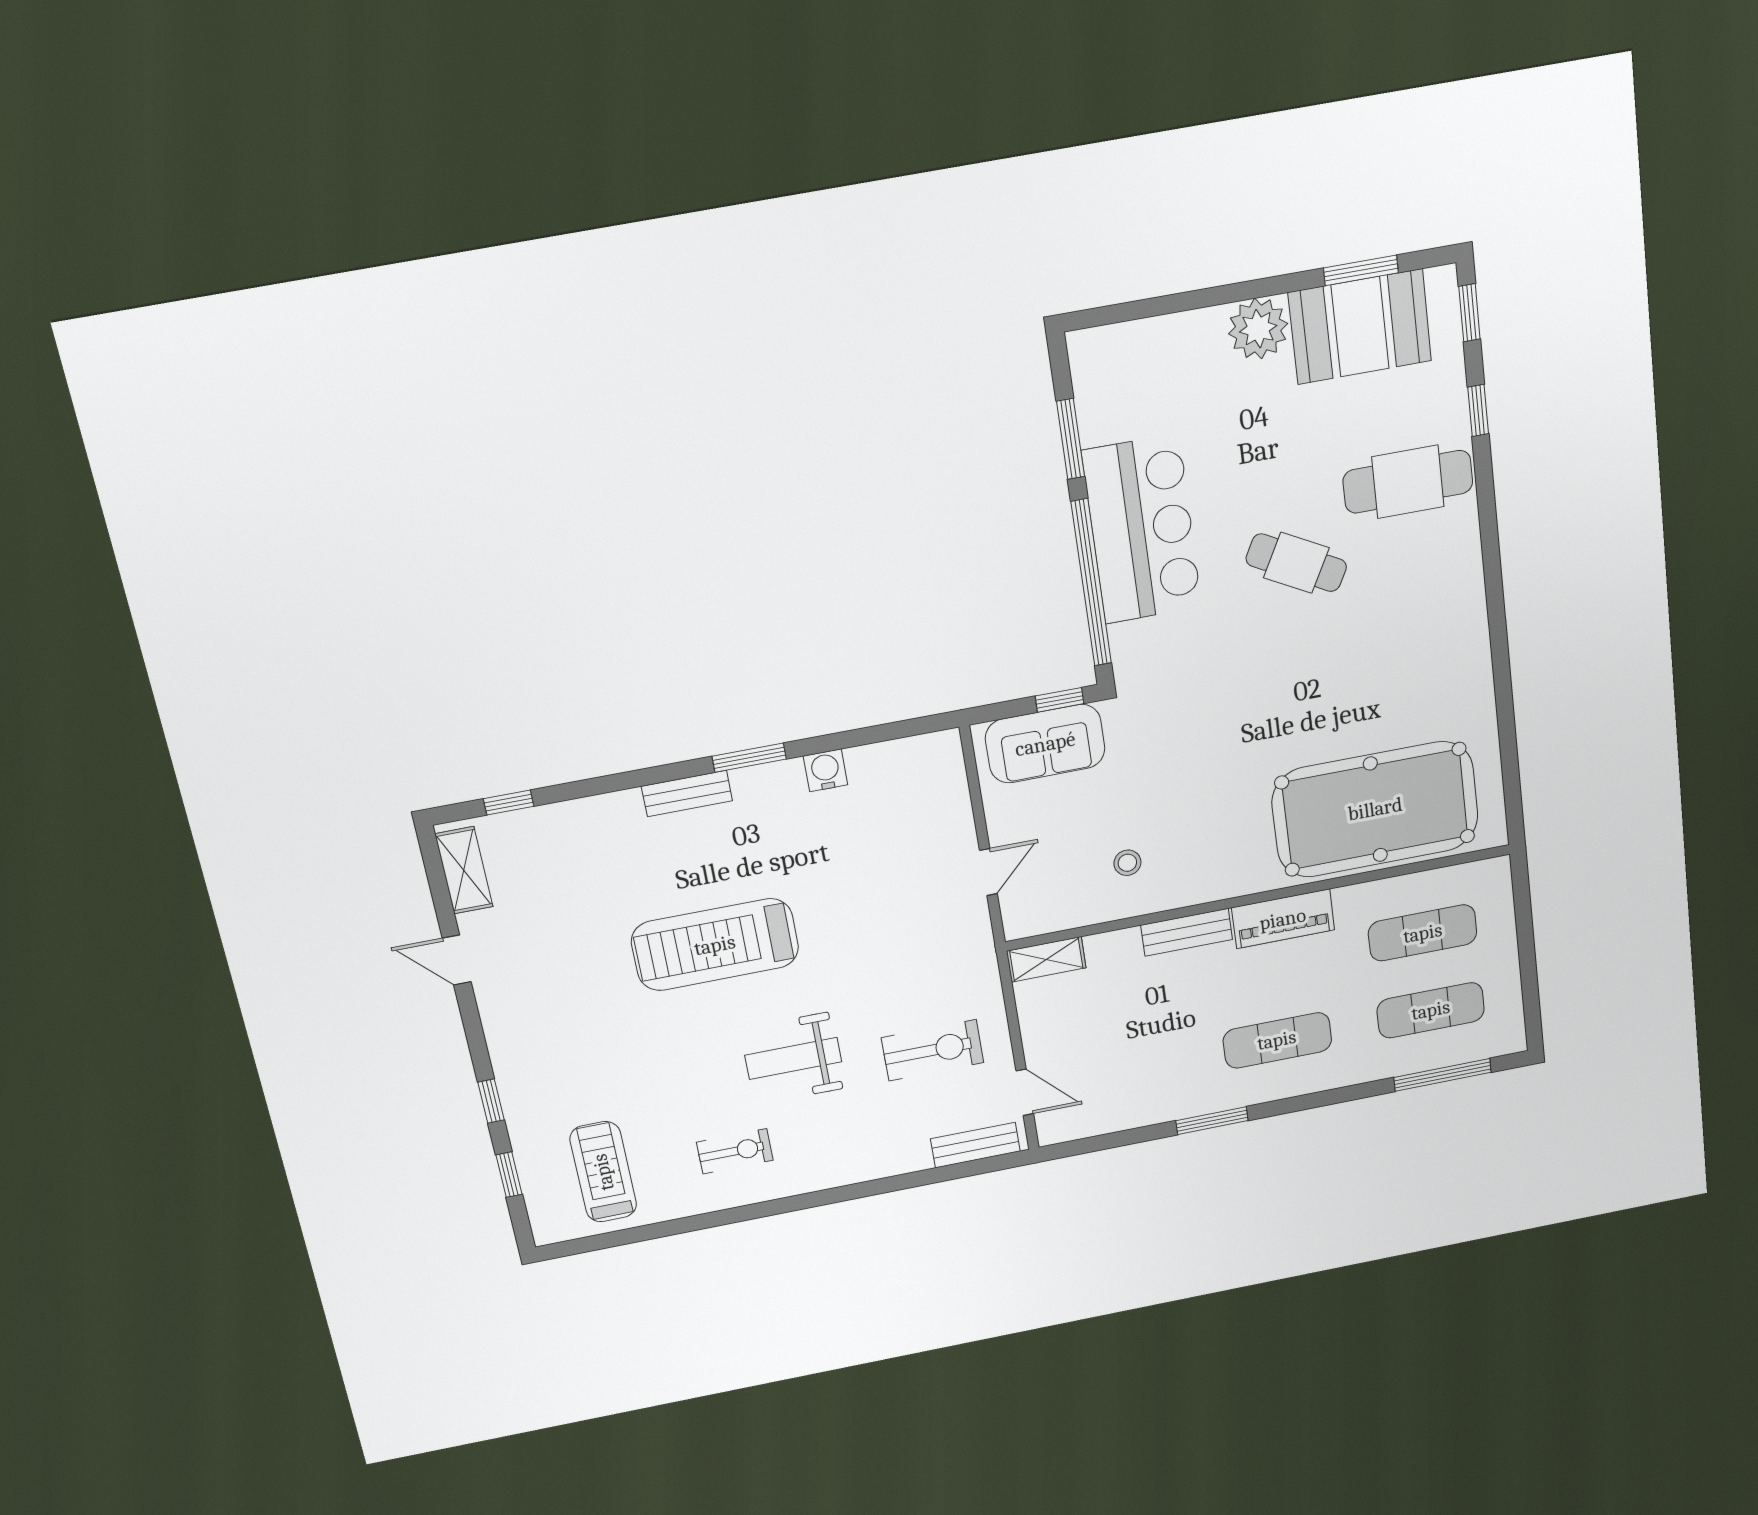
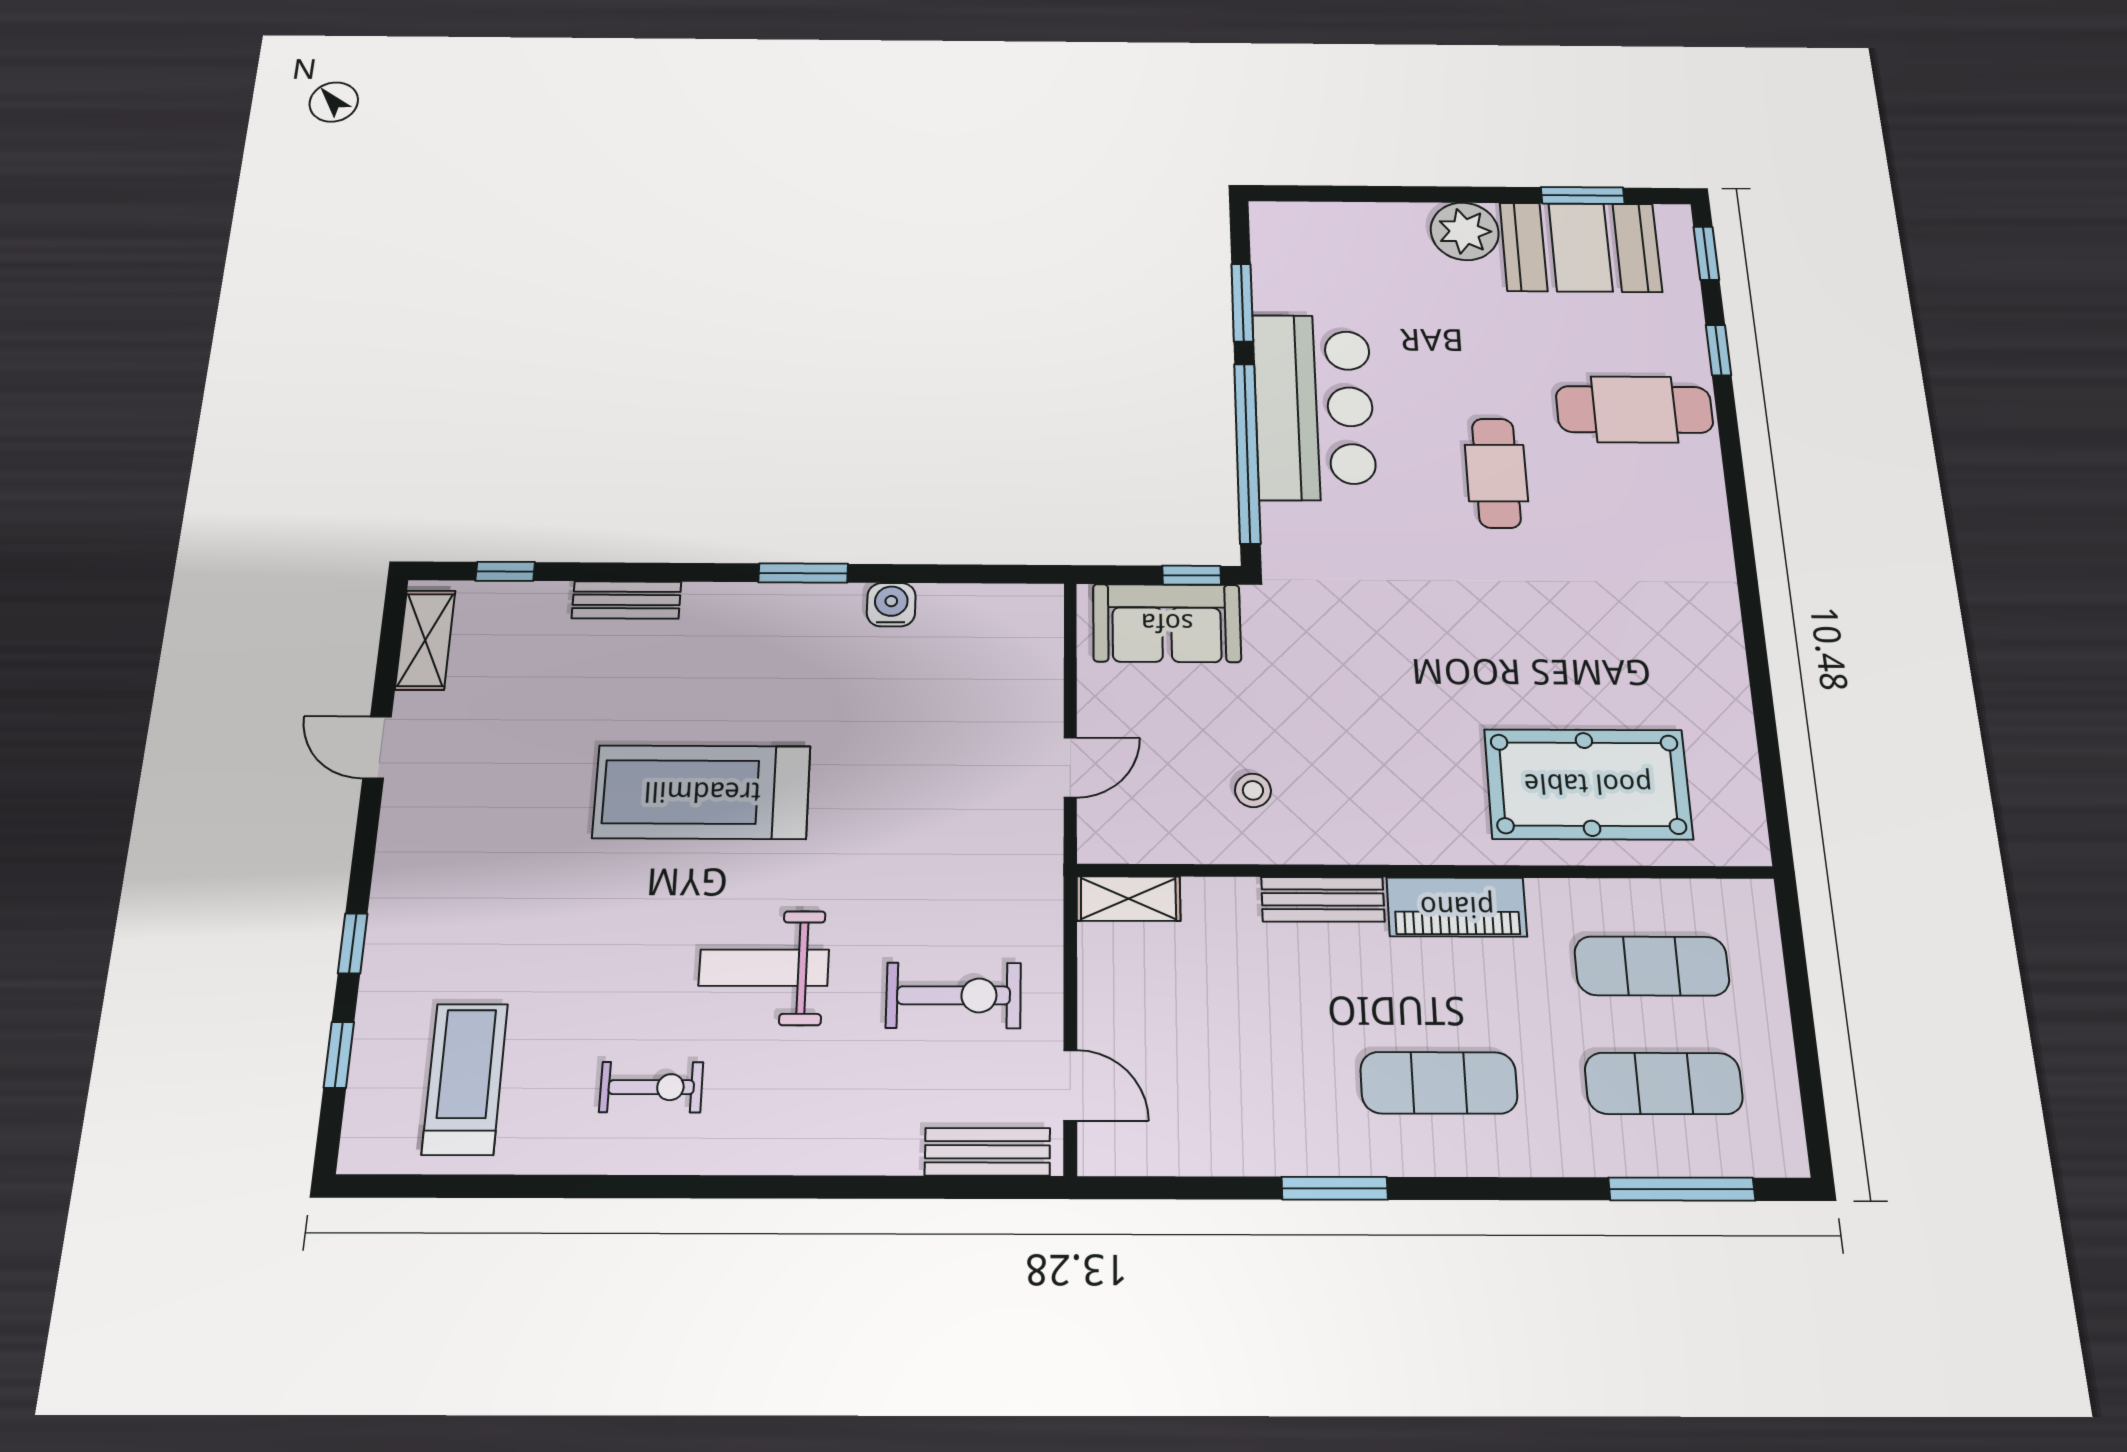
cafe table: (1296, 563) -> (1496, 473), turned 62
bench: (687, 794) -> (627, 600), moved
pool table: (1375, 809) -> (1588, 784), width x0.73, depth x0.76

